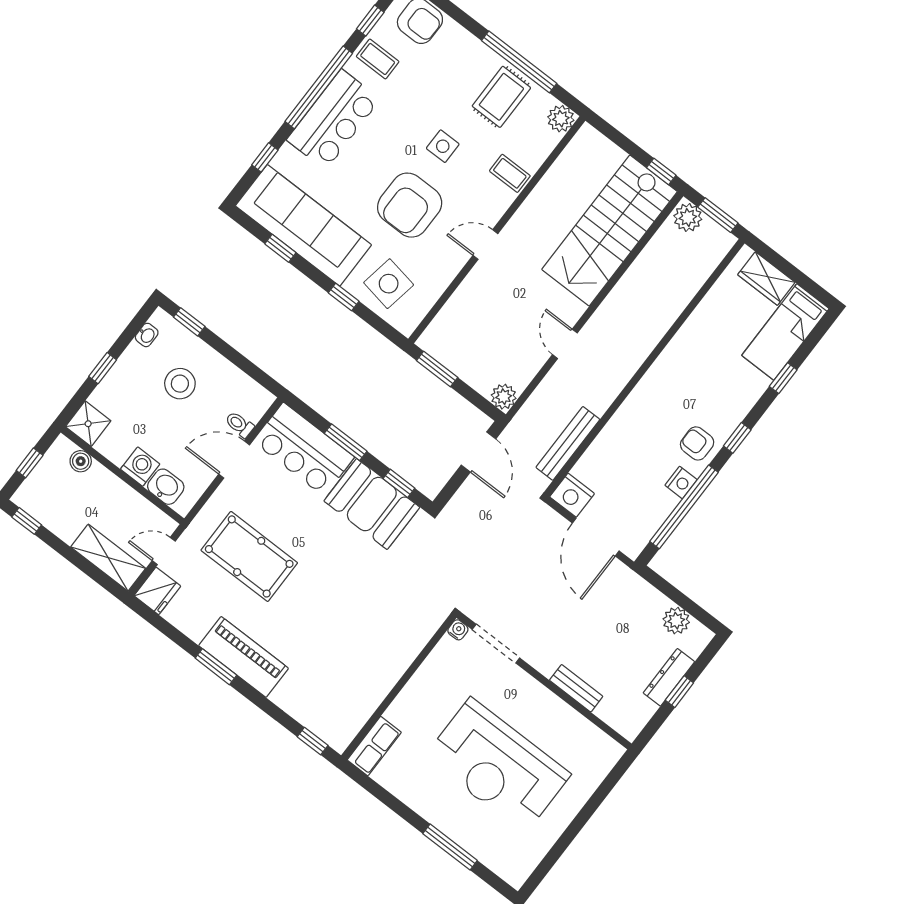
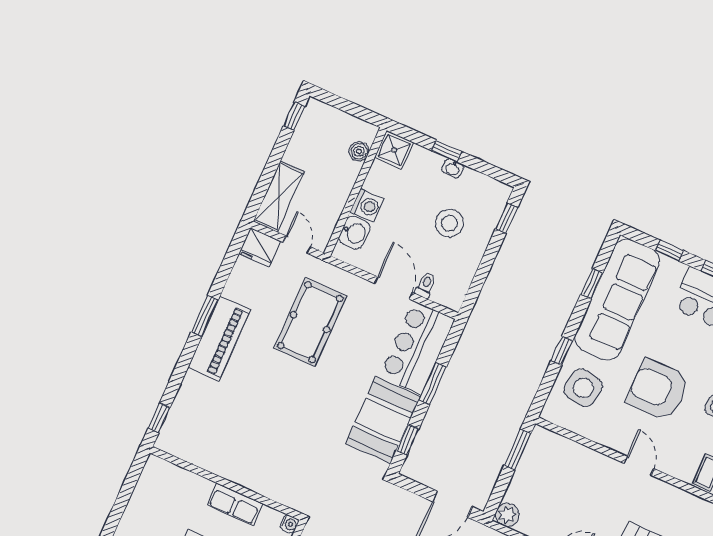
washbasin: (147, 335) -> (453, 168), moved
window: (30, 463) -> (347, 106), removed
row of seats: (374, 746) -> (235, 504), moved

